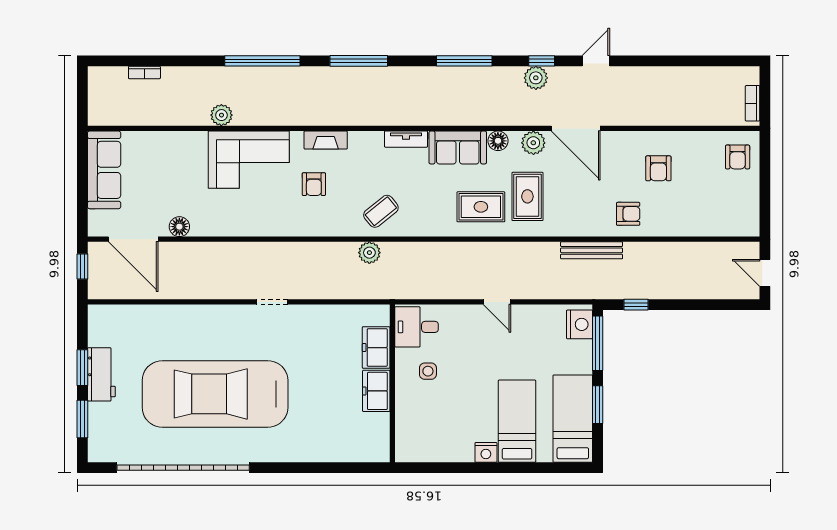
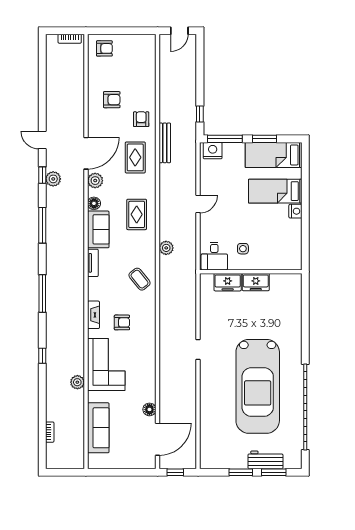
window: (262, 61) -> (42, 356), width x0.32
sofa: (104, 170) -> (98, 428), moved, turned 90
rug: (527, 196) -> (135, 157), moved, turned 90
plant: (369, 253) -> (166, 248), moved
workbench: (101, 374) -> (265, 460), moved

